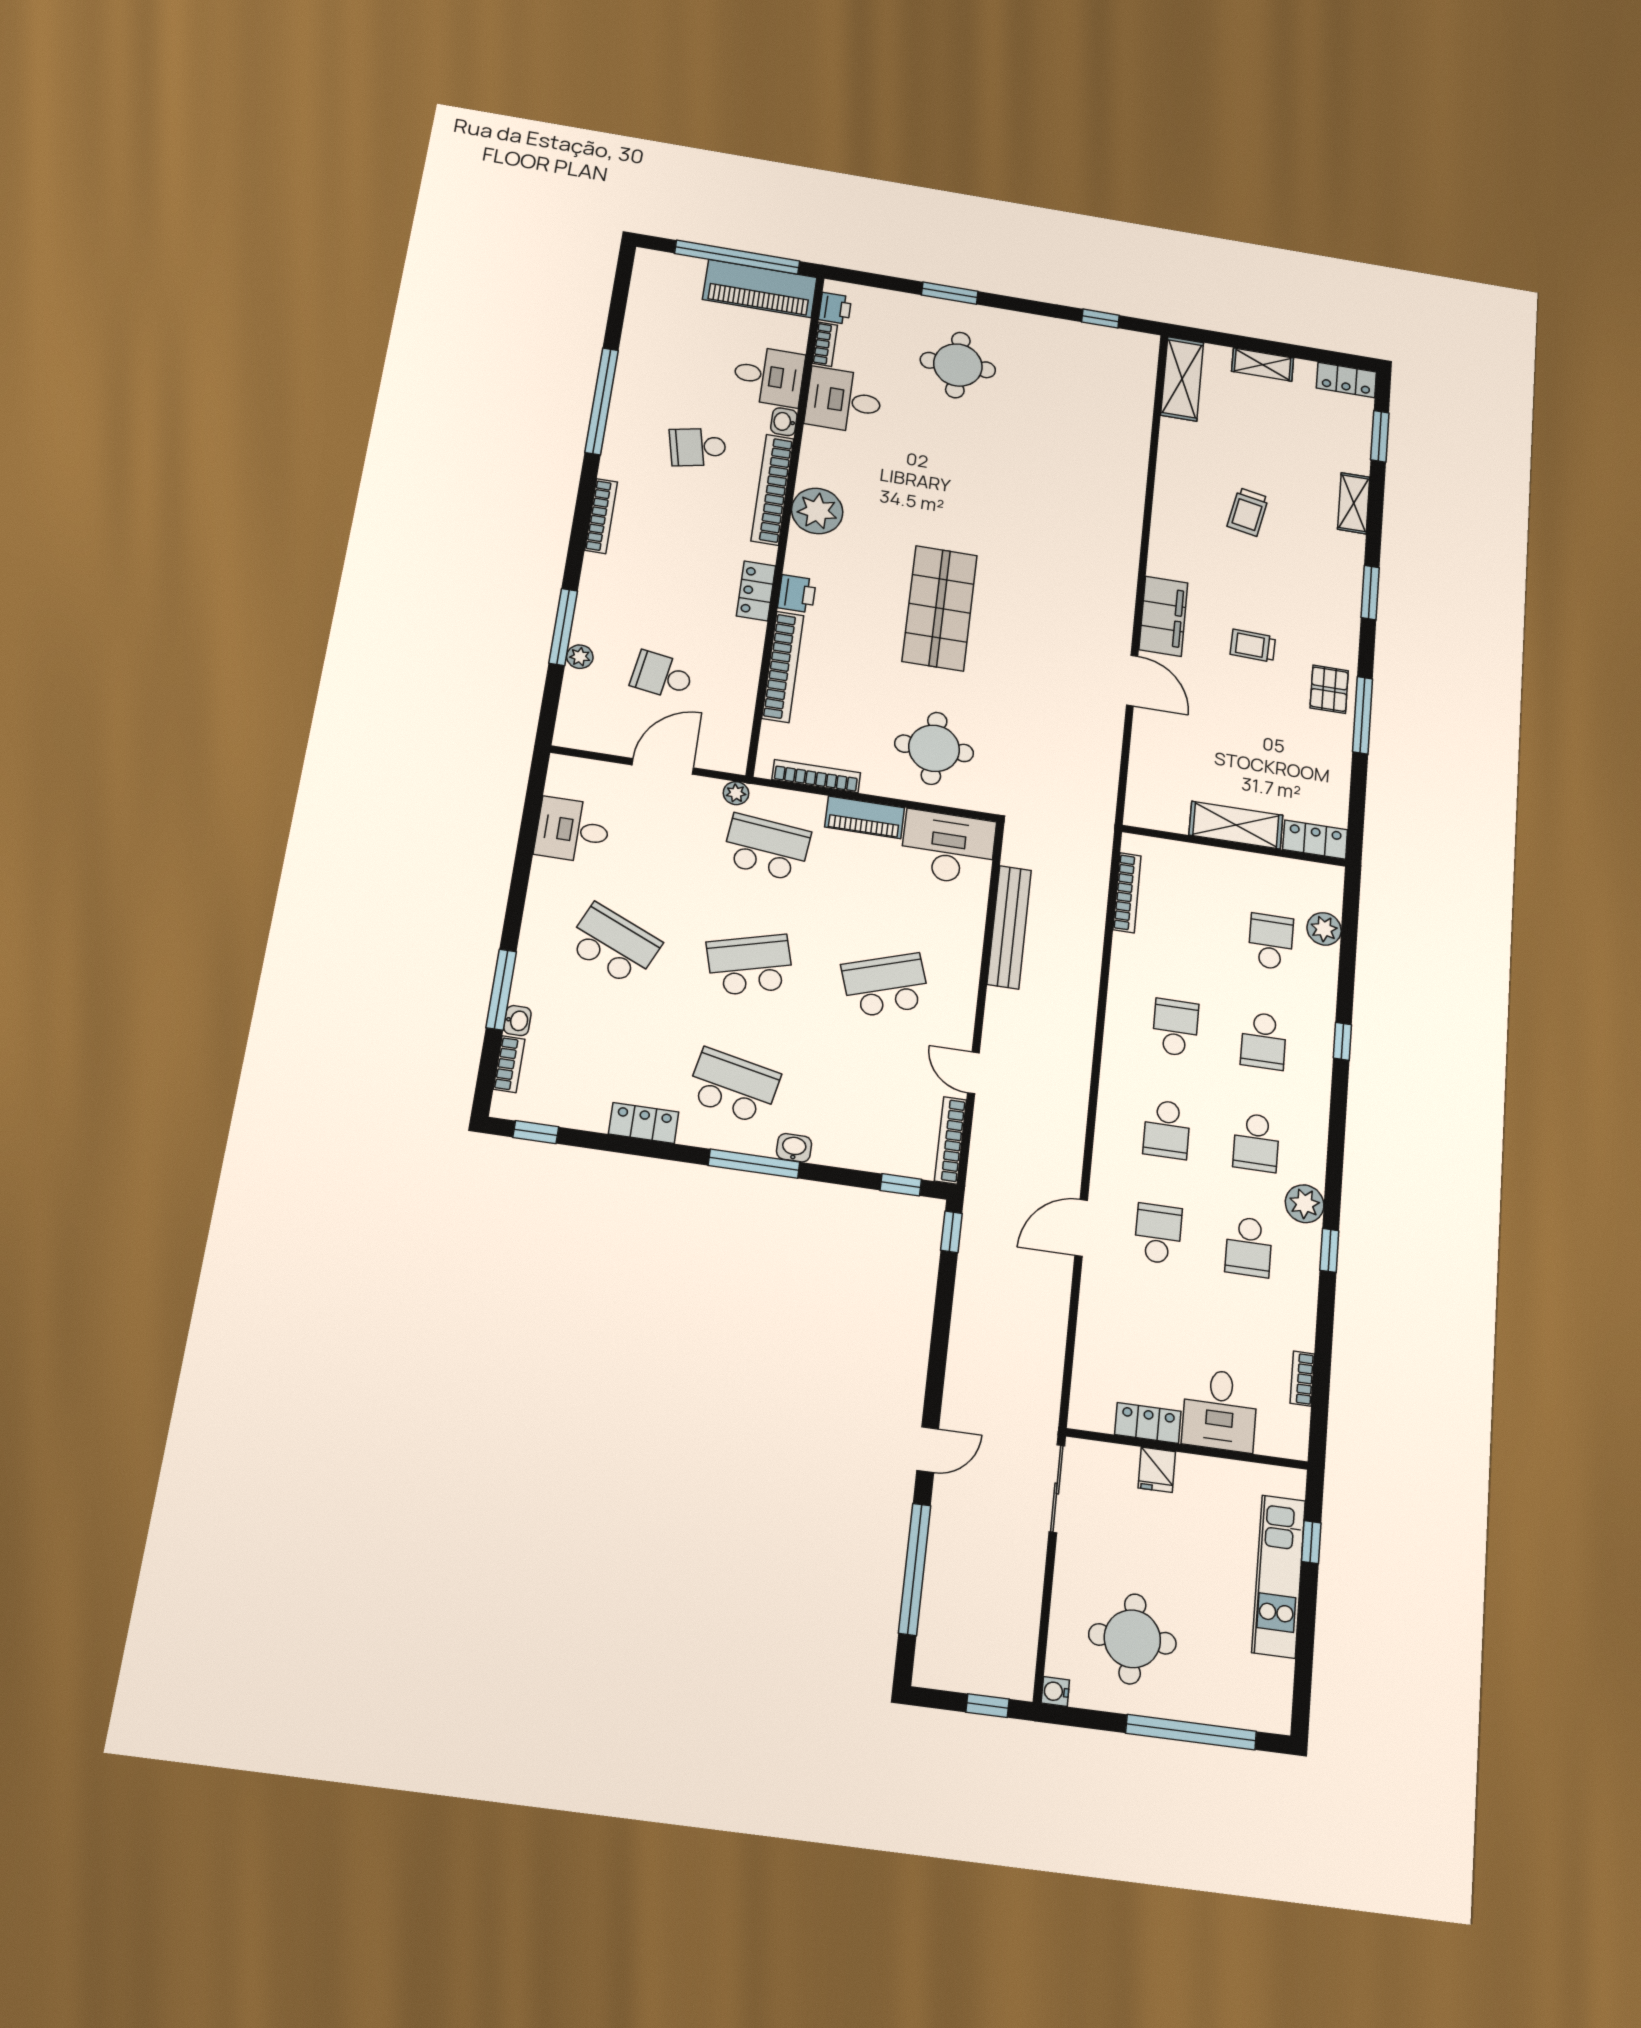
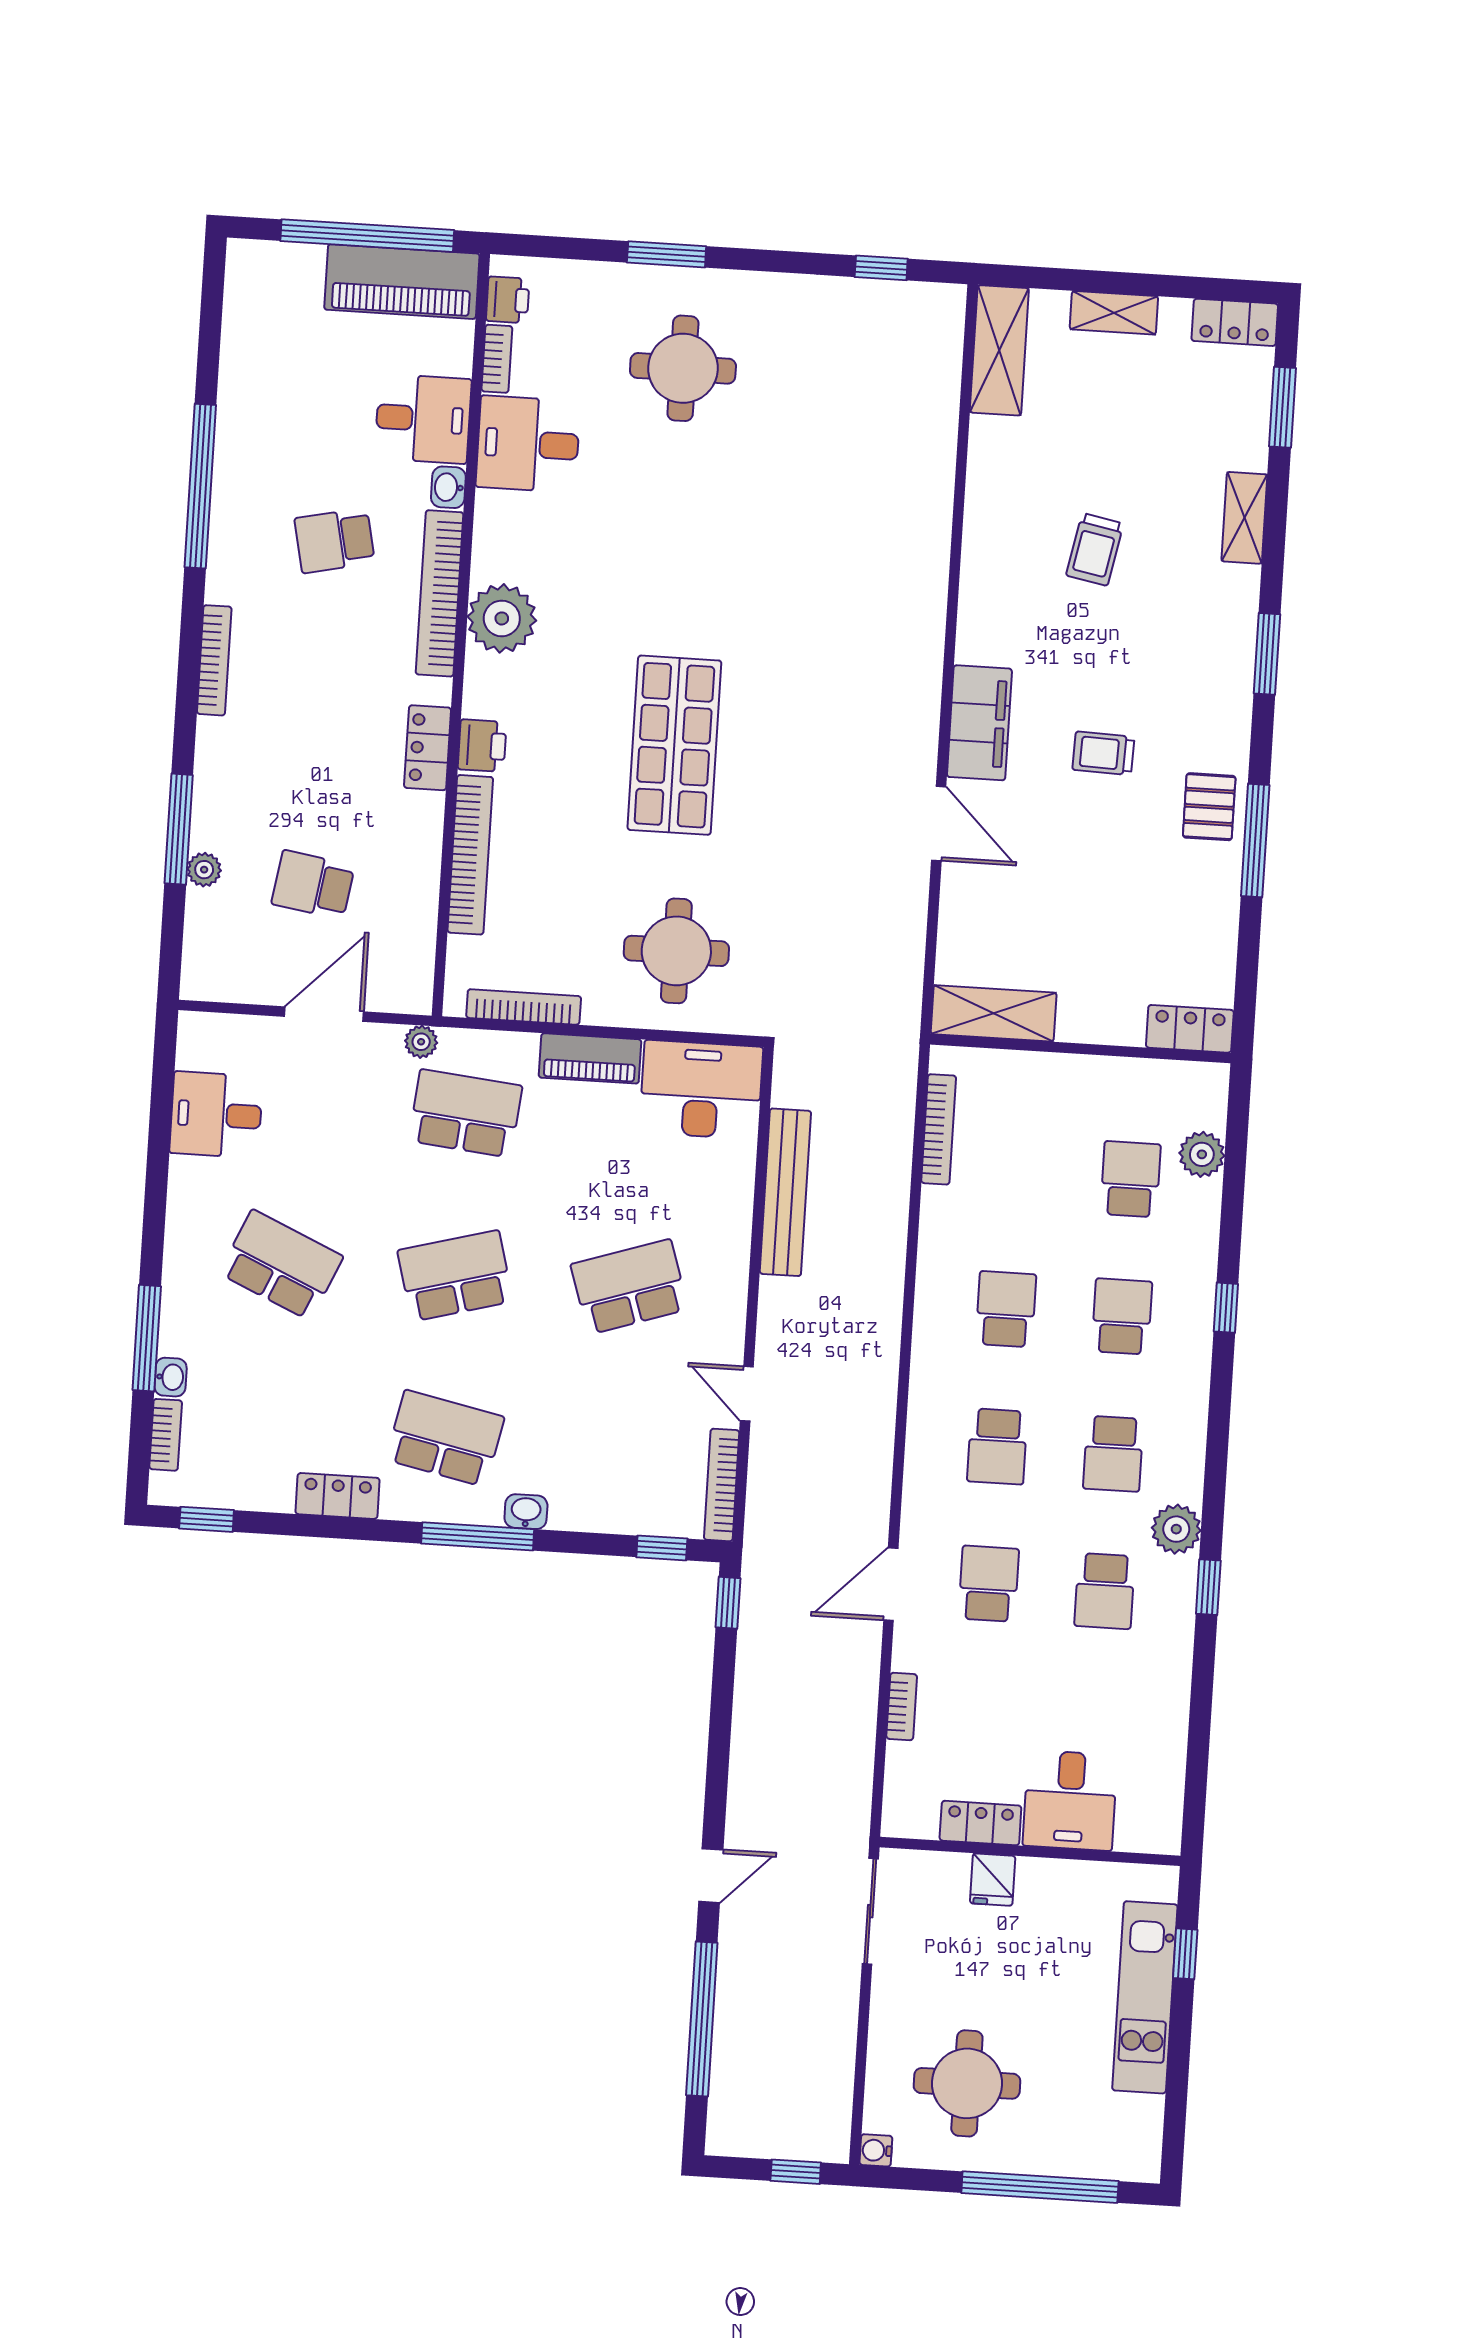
shelving: (1236, 825) -> (994, 1013), moved
school desk: (1264, 1041) -> (1122, 1316), turned 180
bookcase: (1302, 1379) -> (902, 1707), moved, turned 180

